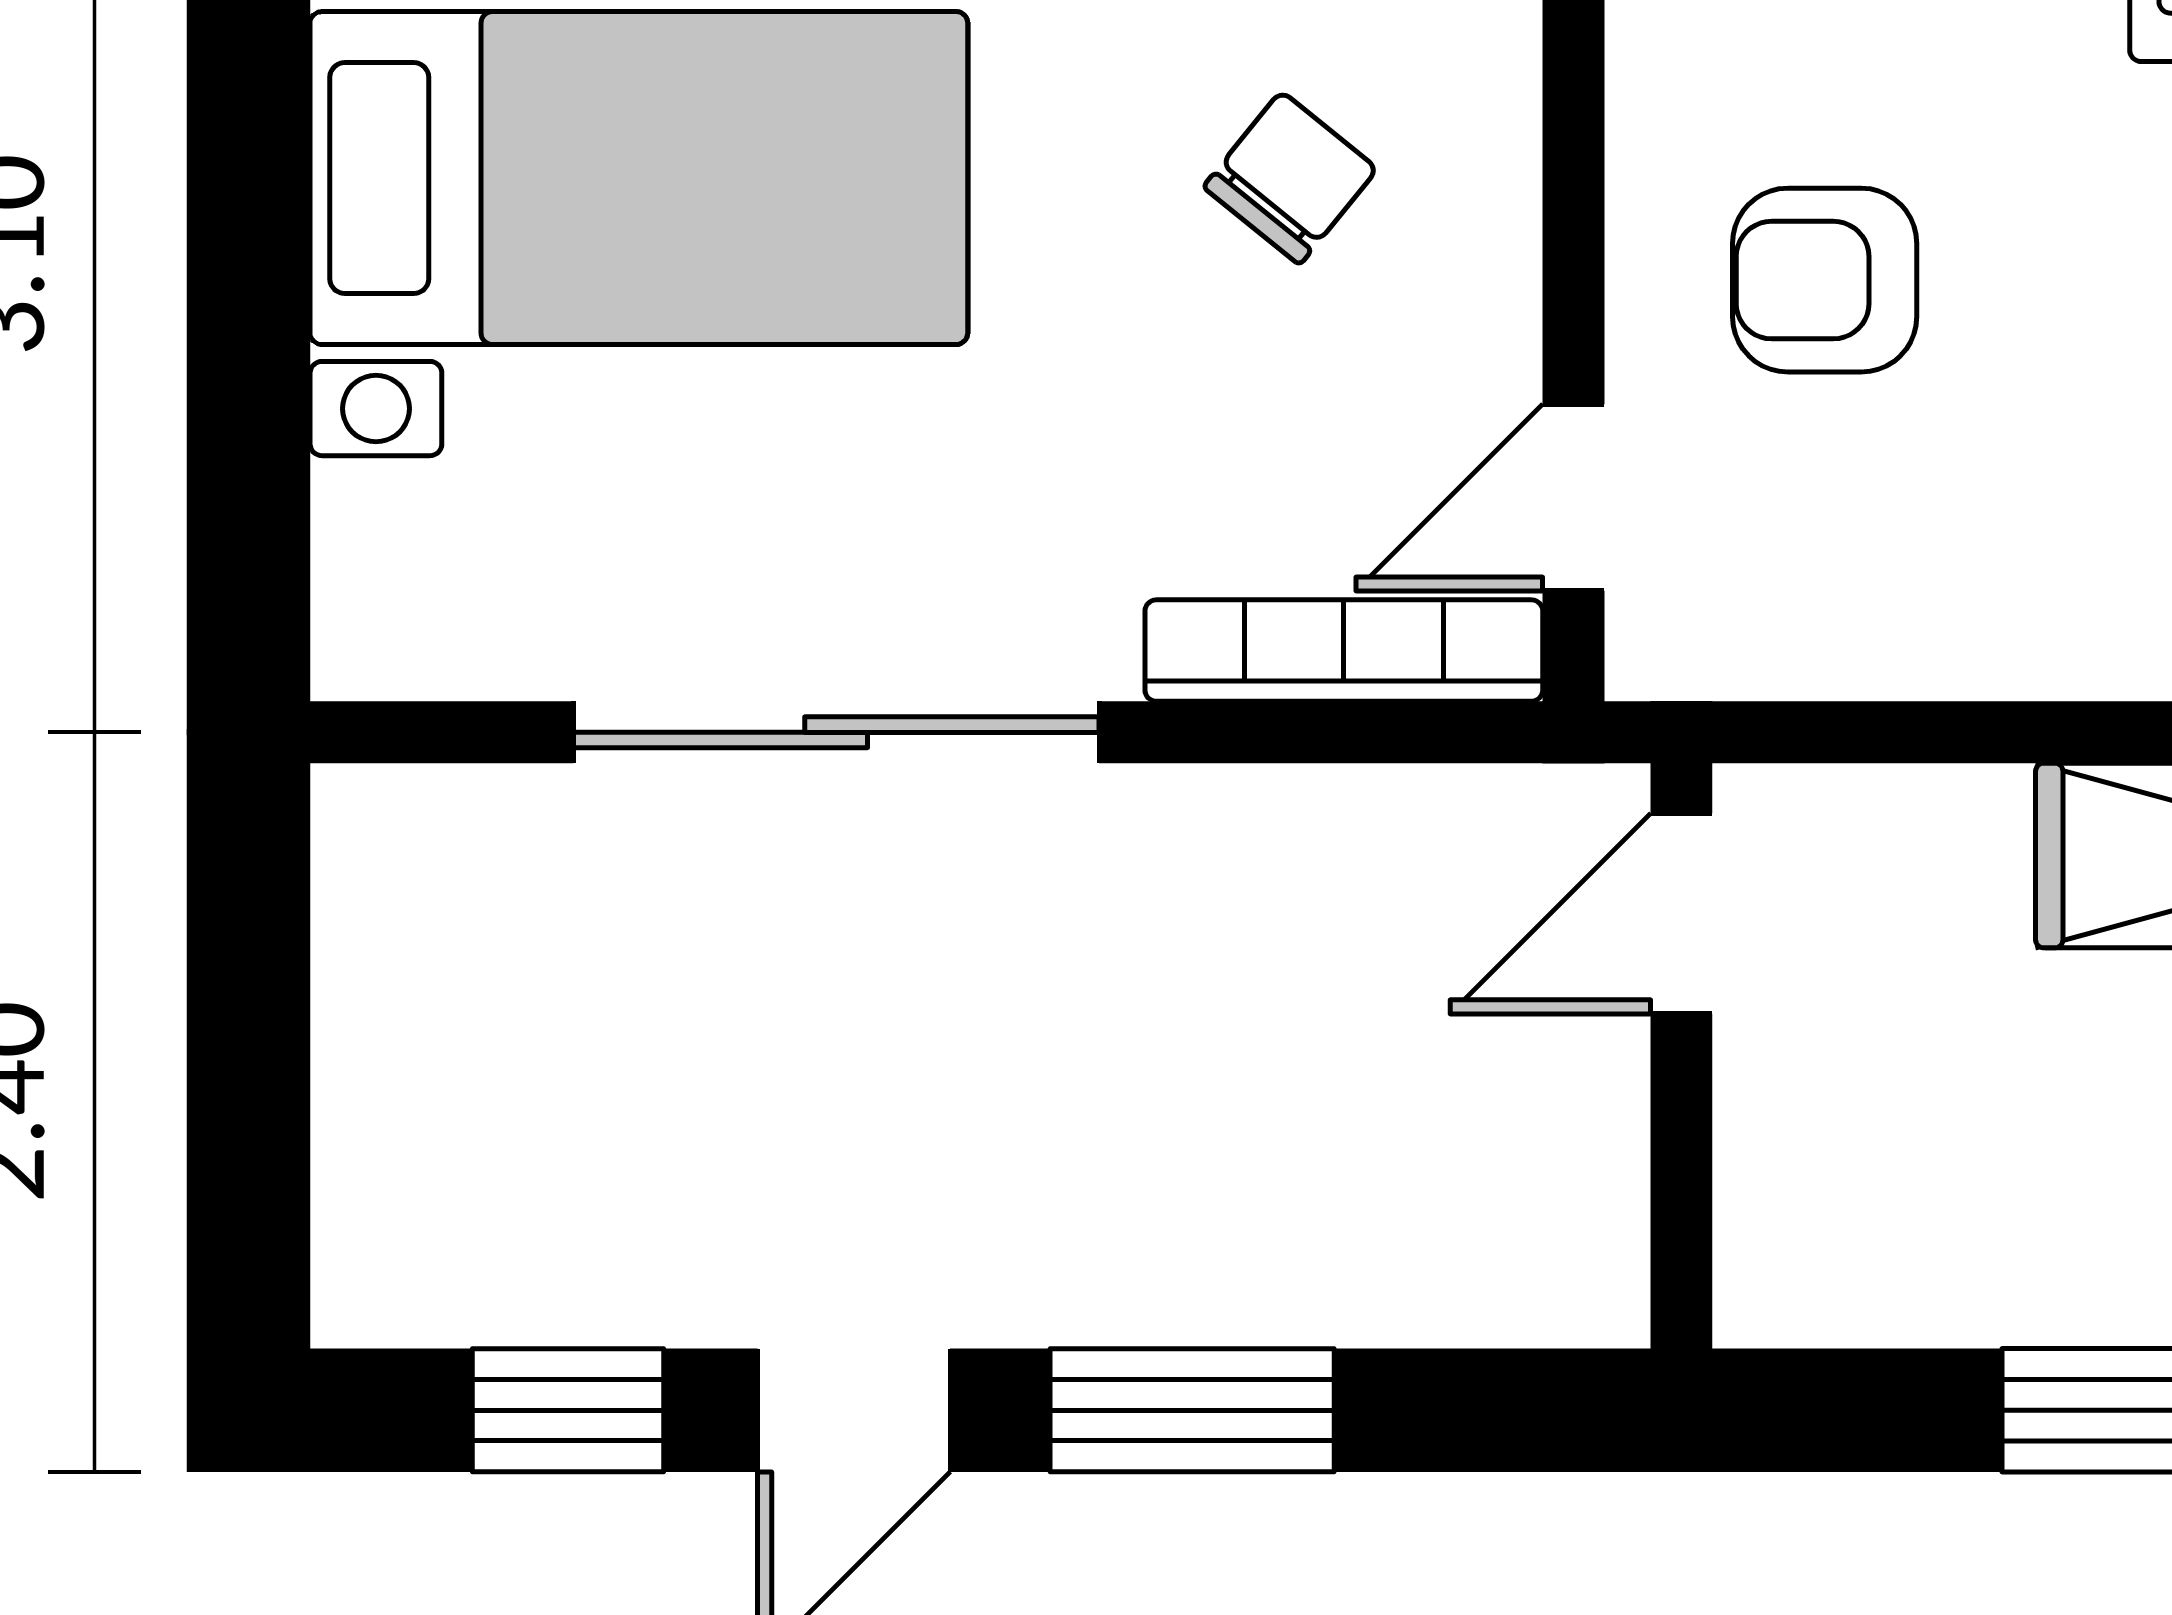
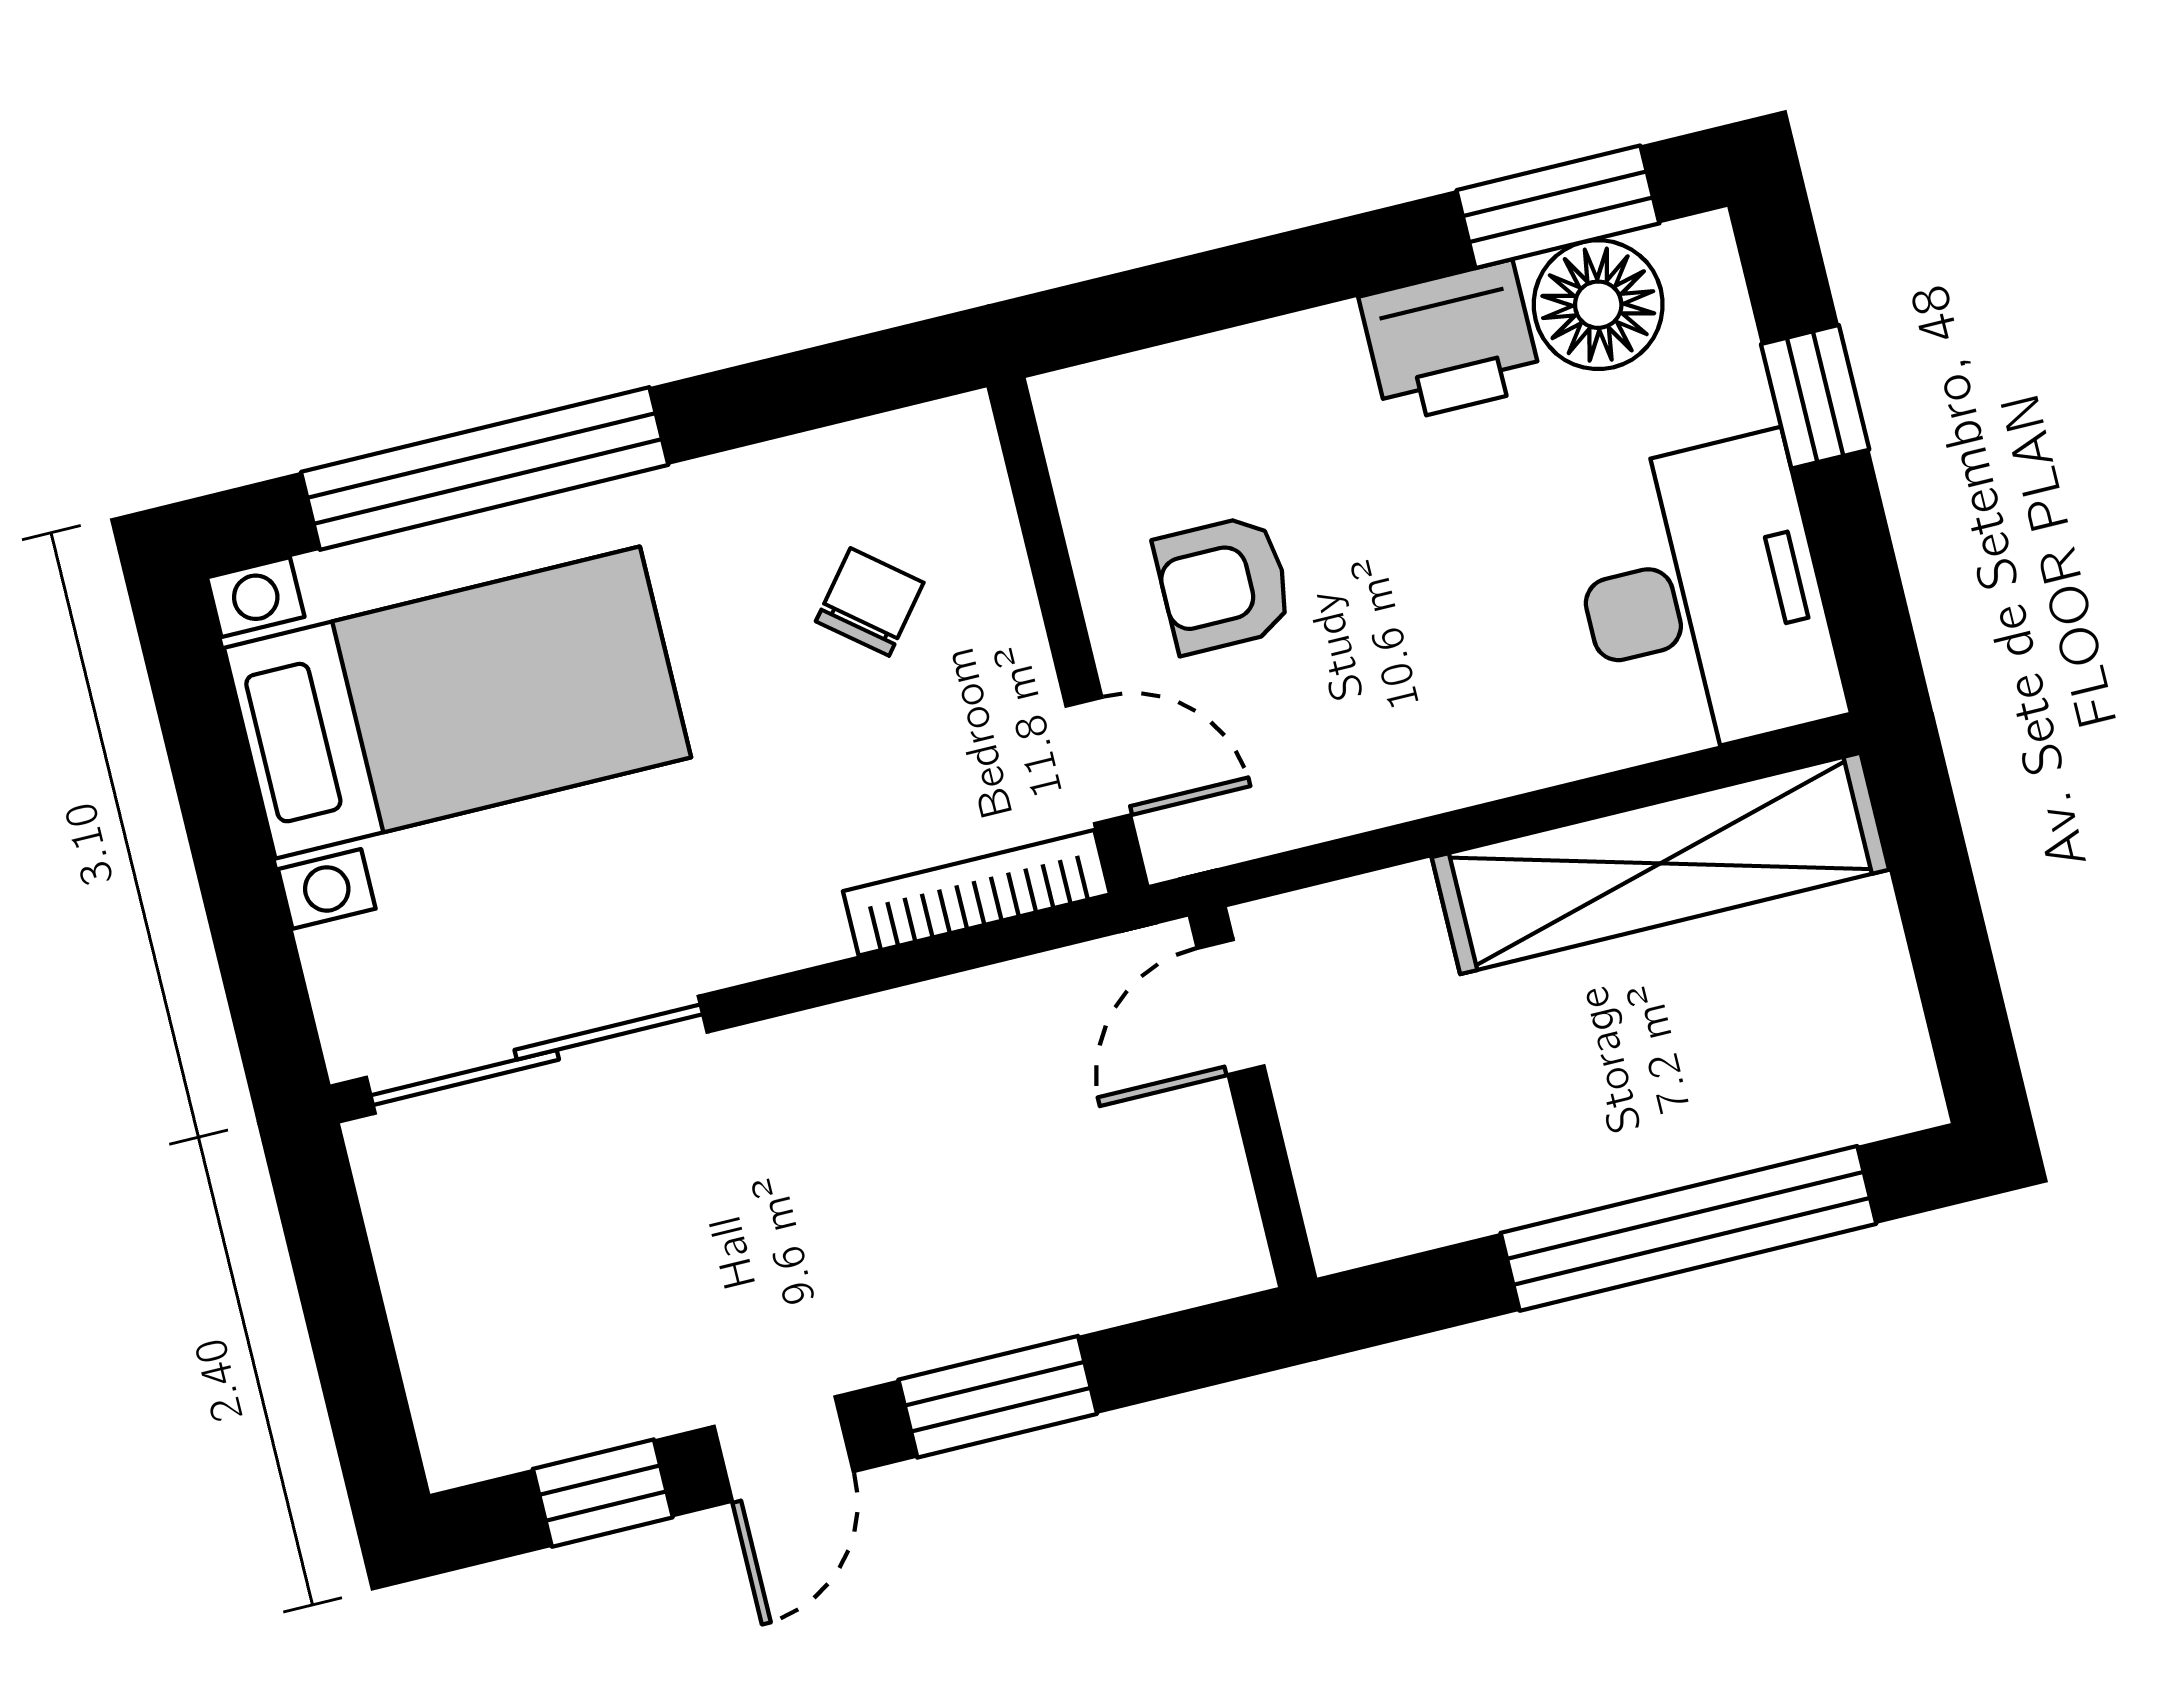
door: (1574, 497) -> (1098, 760), swing flipped
sliding door: (836, 732) -> (537, 1055), moved

